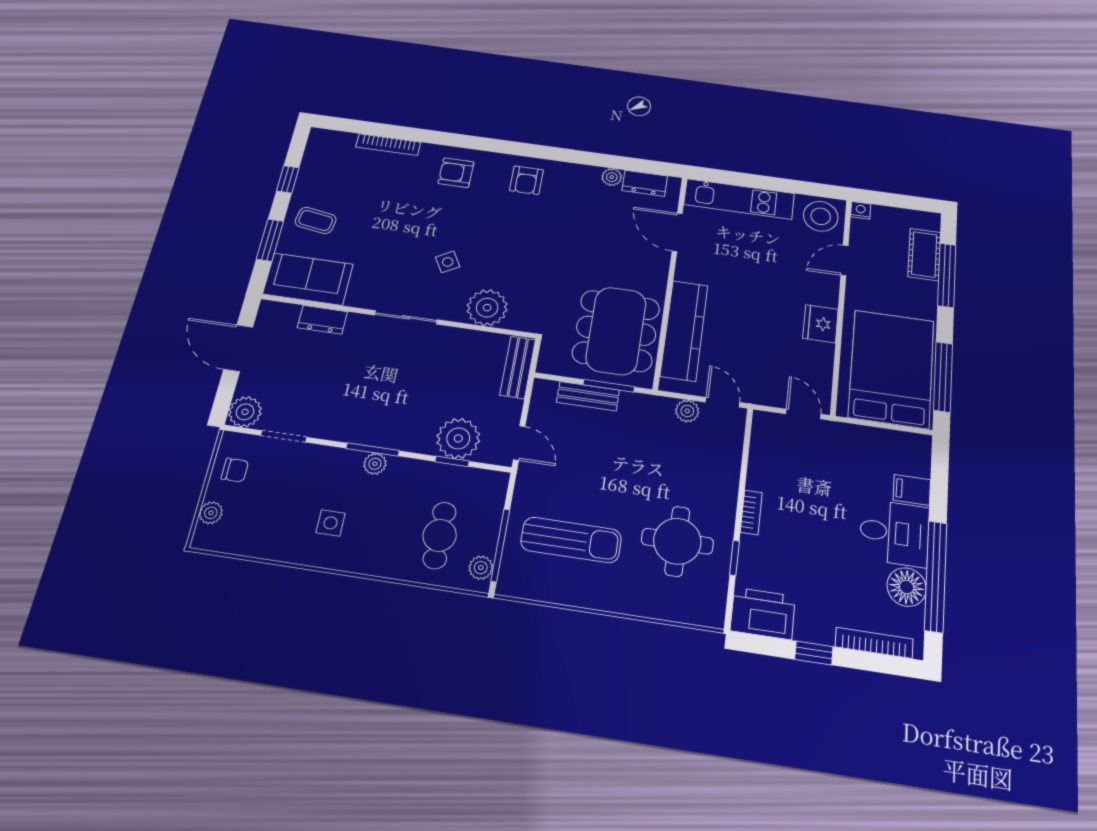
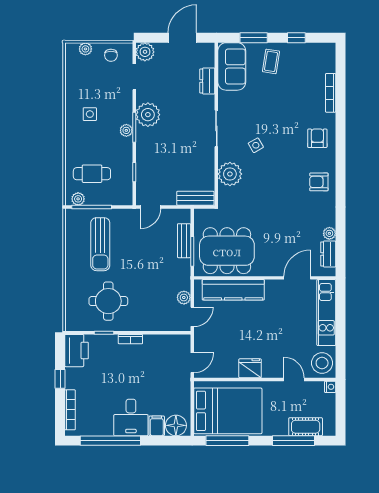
plant: (458, 438) -> (148, 115), moved
floor lamp: (907, 587) -> (176, 425), moved

